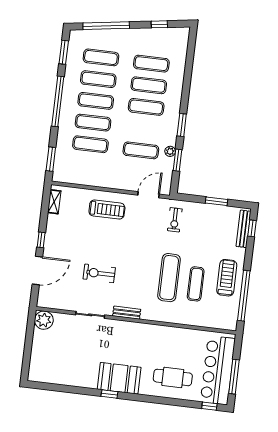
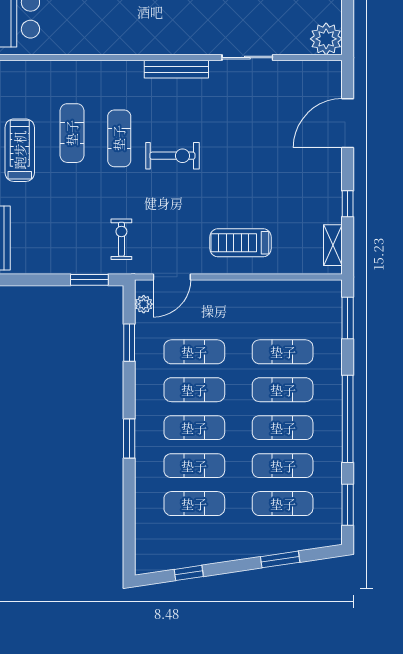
window: (106, 26) -> (280, 559), width x0.47
window: (182, 125) -> (129, 438), moved
exercise mat: (143, 129) -> (194, 390), added
plant: (170, 151) -> (144, 304), moved
window: (216, 201) -> (89, 280), moved
window: (41, 240) -> (348, 204), moved
exercise bike: (99, 273) -> (172, 156), moved
exercise mat: (169, 278) -> (119, 138), width x0.73, depth x0.69
treadmill: (227, 278) -> (20, 150), turned 180
bench: (127, 313) -> (176, 69), width x1.36

